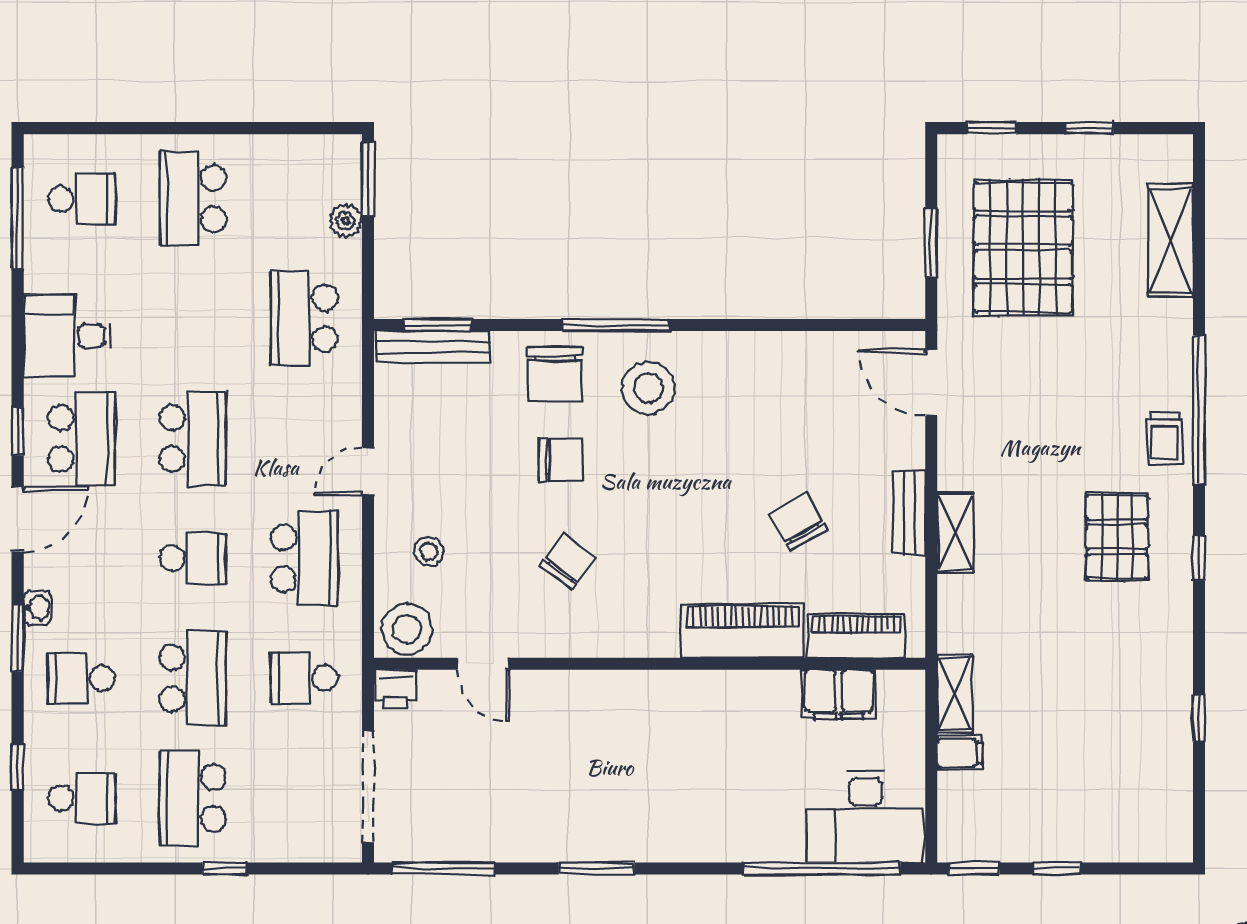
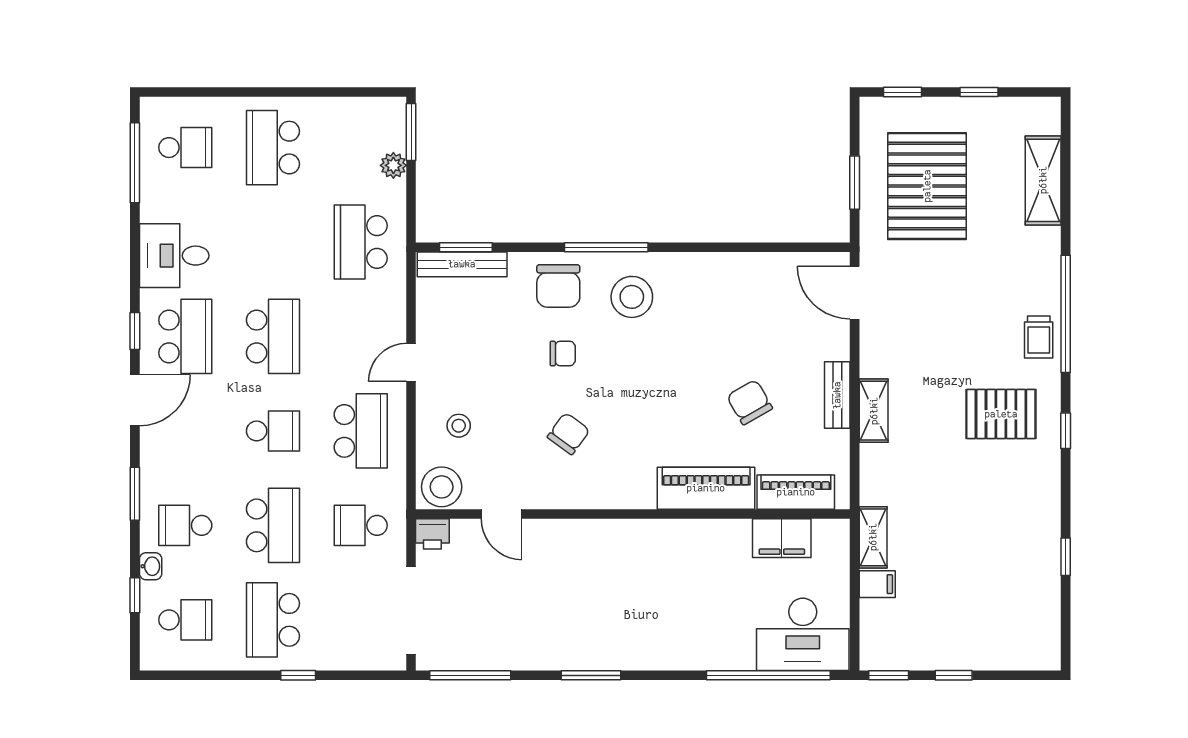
chair: (561, 460) -> (563, 354), width x0.73, depth x0.73
pallet: (1117, 537) -> (1001, 414), turned 90
washbasin: (38, 608) -> (151, 566), moved

